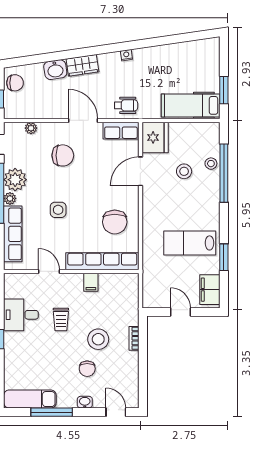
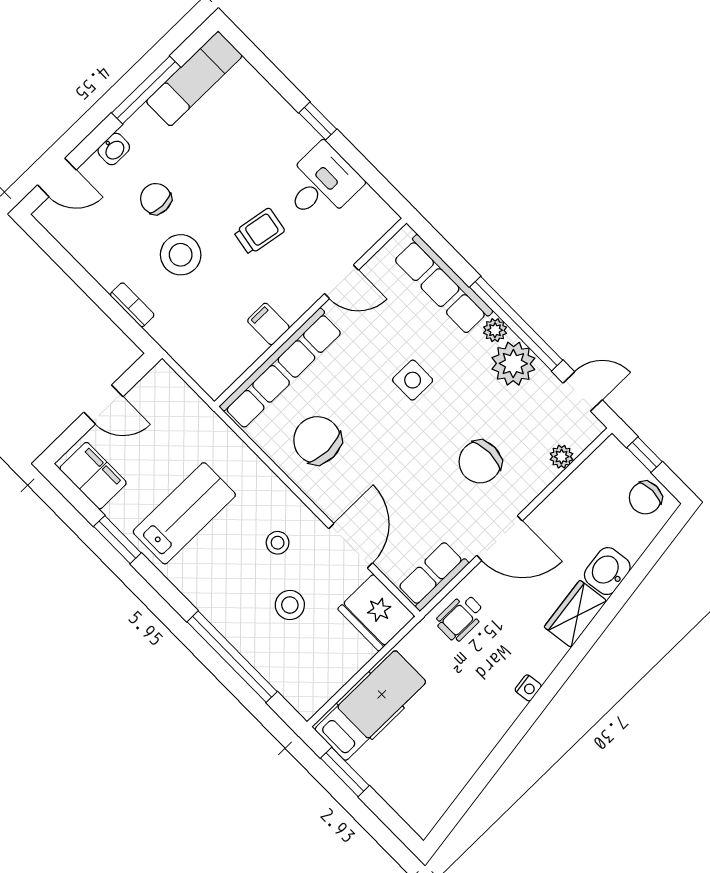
stool: (211, 164) -> (278, 543), moved
trolley: (61, 320) -> (259, 231), turned 100

